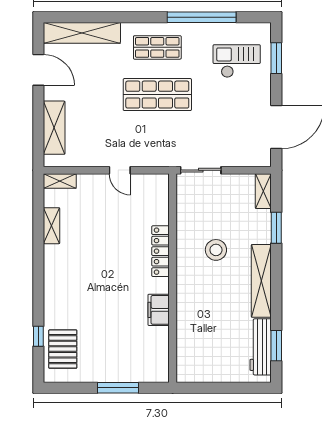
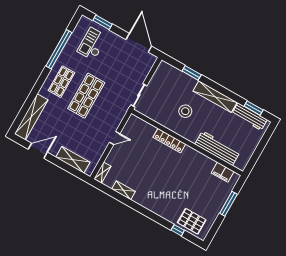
shelving: (263, 191) -> (168, 69), removed
filing cabinet: (159, 310) -> (223, 172), moved
workbench: (189, 326) -> (217, 148), added

